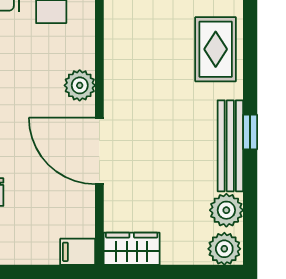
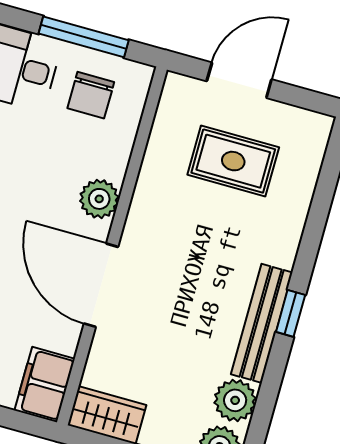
rug: (216, 49) -> (233, 161), moved, turned 90
filing cabinet: (78, 252) -> (45, 385), width x2.00

